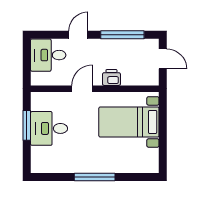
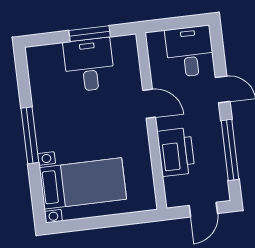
printer: (111, 77) -> (176, 152), width x1.87, depth x1.48
bed with nightstands: (129, 122) -> (83, 183), moved, turned 90

